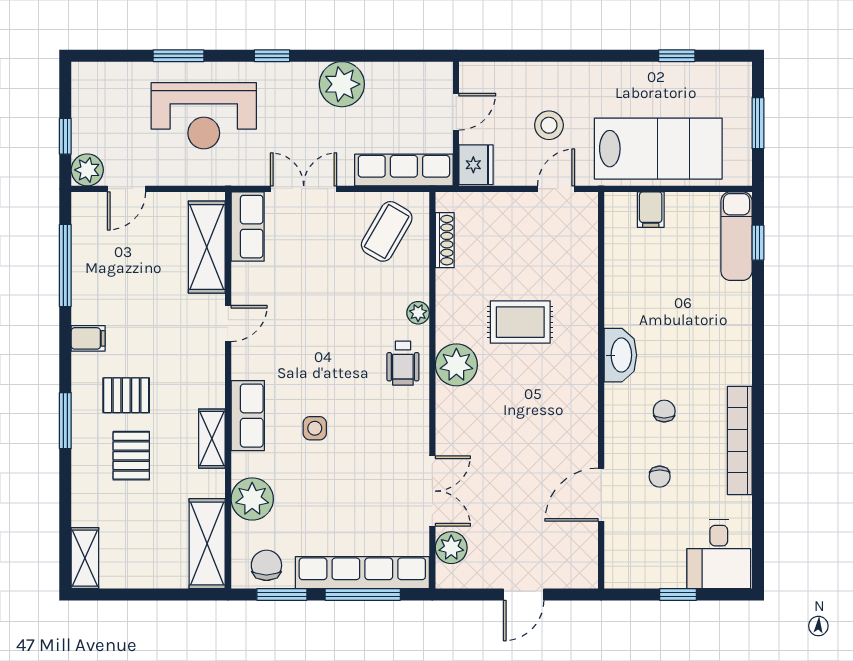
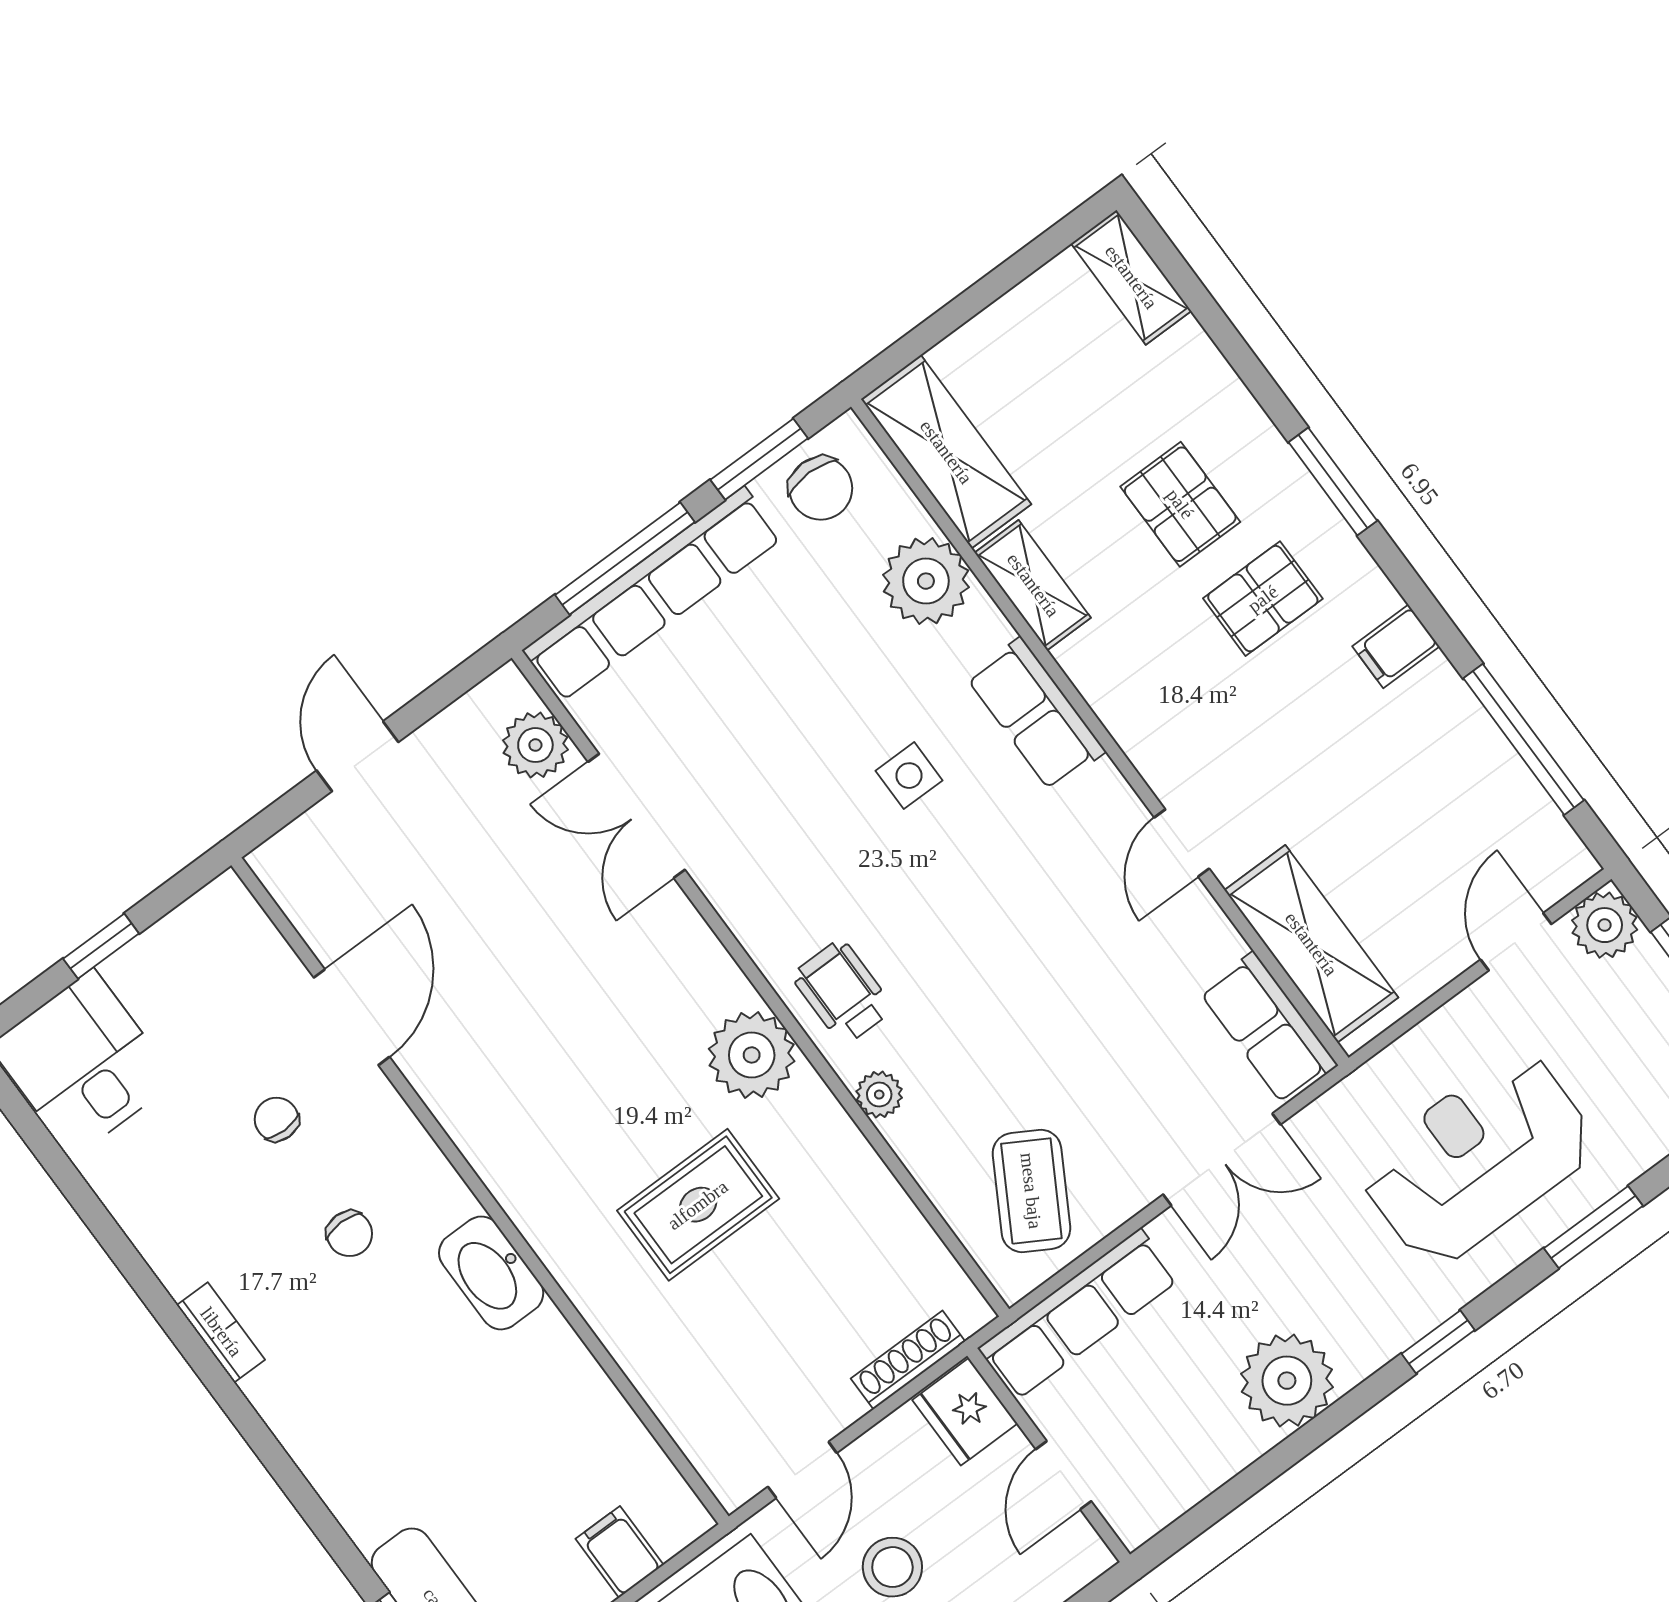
shoe rack: (445, 240) -> (908, 1360), moved, turned 90
shelving: (212, 439) -> (1033, 585), moved
bookcase: (740, 440) -> (221, 1332), width x0.43, depth x0.76

